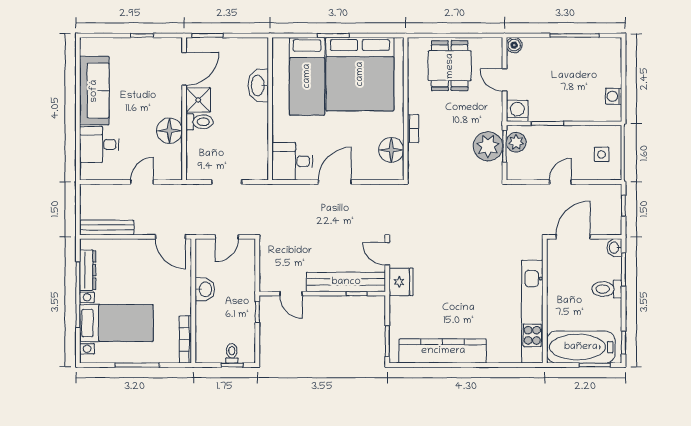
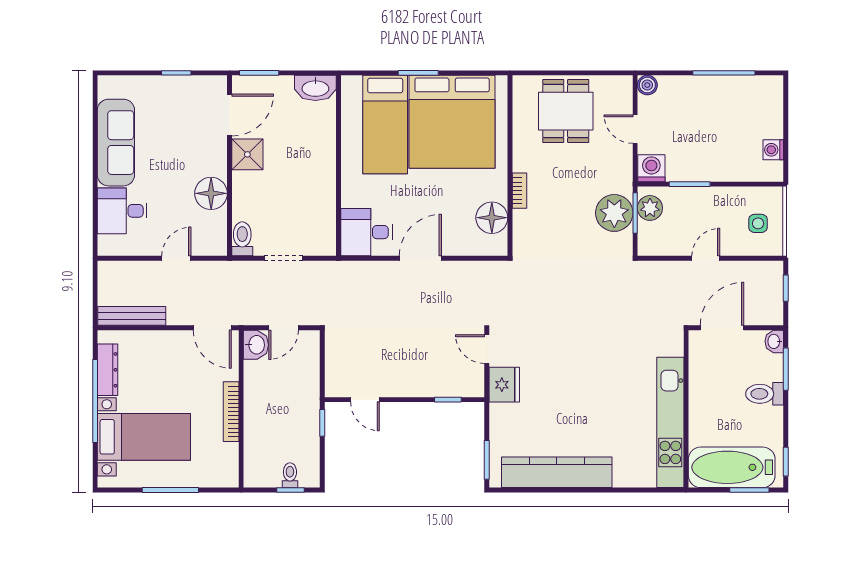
washbasin: (258, 86) -> (315, 88), moved, turned -90
toilet: (199, 122) -> (242, 239), moved, turned -90
bench: (346, 282) -> (435, 385), removed
washbasin: (205, 289) -> (256, 345), moved
bookcase: (185, 340) -> (231, 412), moved

